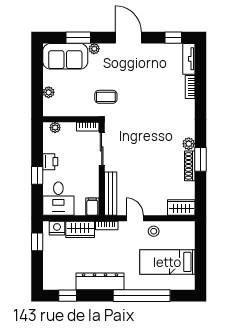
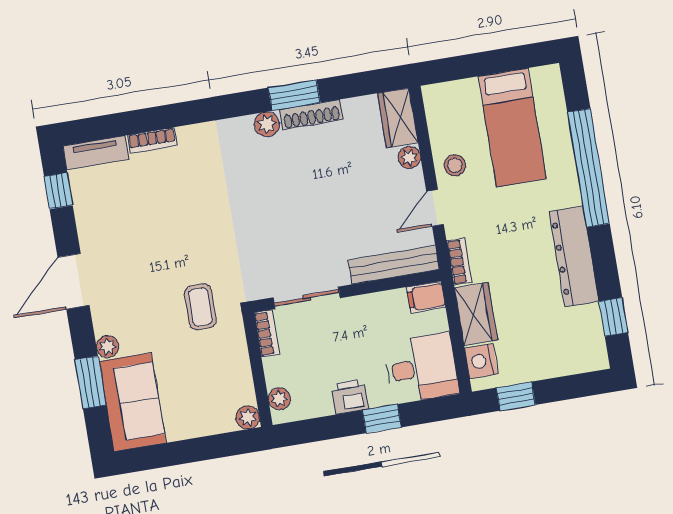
plant: (49, 92) -> (248, 417), moved
plant: (161, 210) -> (409, 157), added

